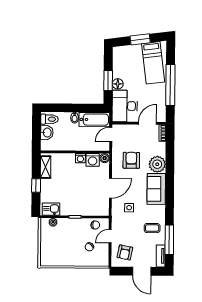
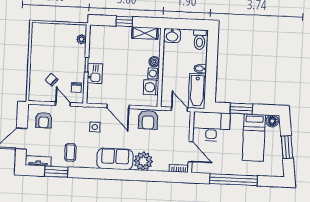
bed: (153, 63) -> (254, 138), moved, turned -83
floor lamp: (118, 84) -> (272, 121), moved
washbasin: (47, 133) -> (172, 36), moved
boiler: (105, 158) -> (154, 62), moved
armchair: (131, 160) -> (148, 120), moved, turned 90
kitchen sink: (51, 209) -> (95, 73), moved
window: (169, 240) -> (56, 172), width x0.69
armchair: (125, 252) -> (44, 120), turned -101

